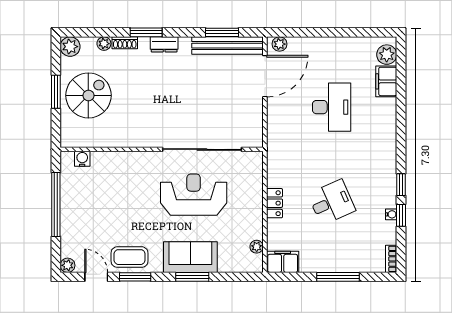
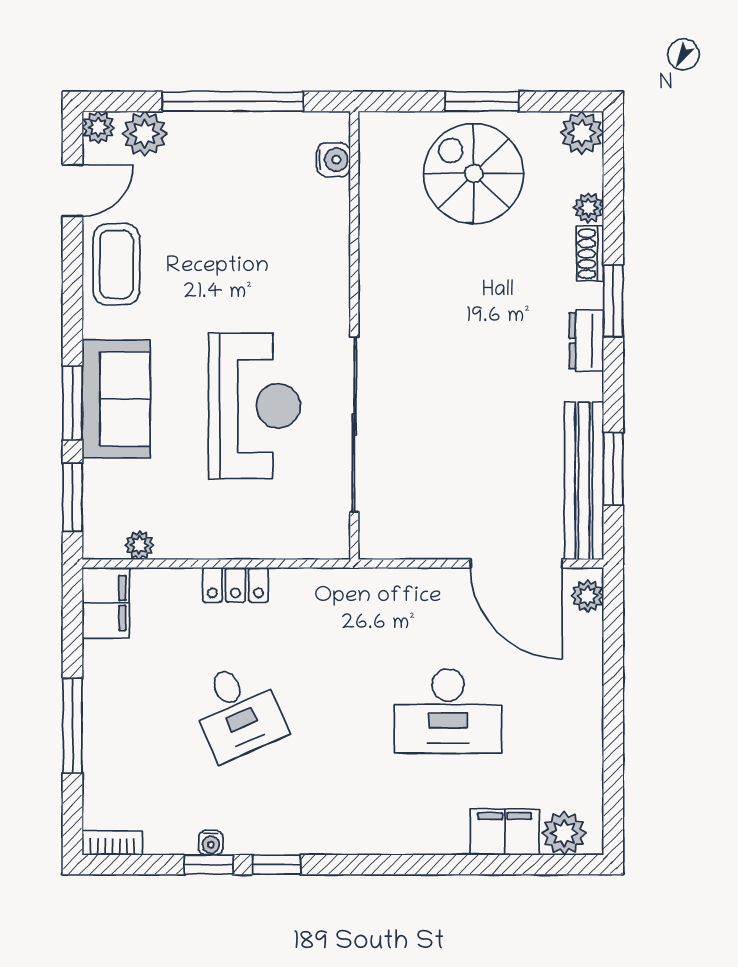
spiral stairs: (88, 95) -> (474, 174), turned 180
plant: (70, 244) -> (145, 134), added
window: (135, 277) -> (72, 497), moved

